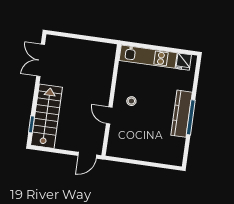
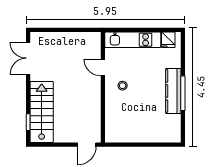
door: (109, 115) -> (103, 68), moved

